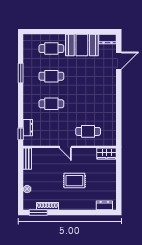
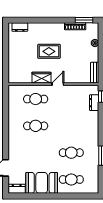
cafe table: (51, 104) -> (36, 126), moved
door: (65, 147) -> (58, 84), hinge flipped
wardrobe: (107, 153) -> (41, 78), moved

